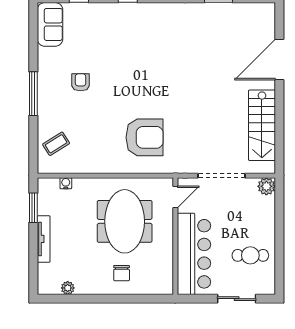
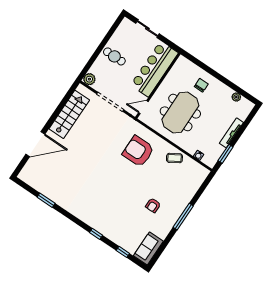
coffee table: (56, 144) -> (174, 158), moved
cafe table: (250, 255) -> (114, 56), moved

